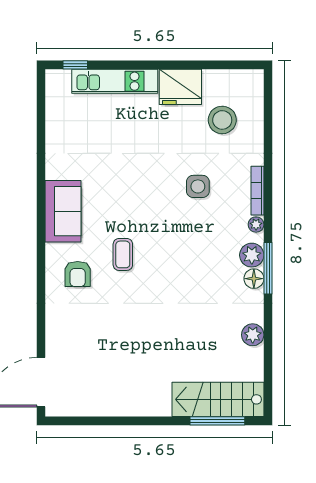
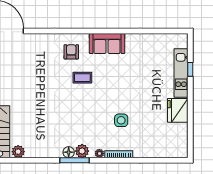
window: (75, 65) -> (190, 69), moved
stool: (222, 120) -> (159, 134), removed
armchair: (78, 274) -> (71, 52), turned 90
plant: (253, 335) -> (18, 152), moved

